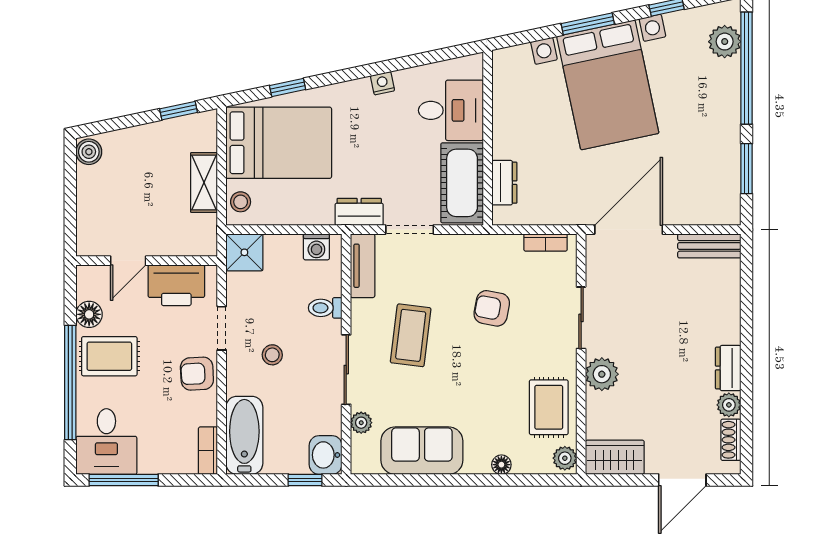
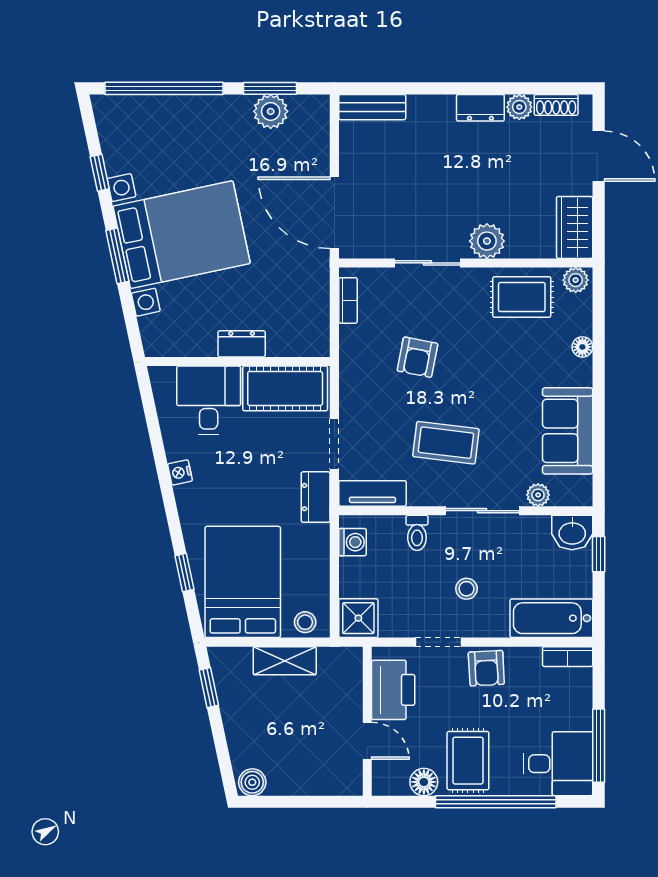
plant: (725, 42) -> (271, 111), moved
dresser: (504, 183) -> (242, 344), moved
bench: (709, 246) -> (372, 107), moved, turned 90

